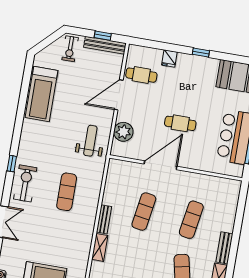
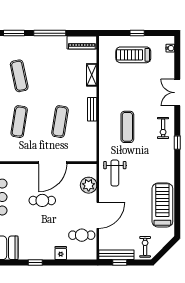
exercise bike: (25, 183) -> (163, 128), width x0.73, depth x0.72
shelving: (100, 247) -> (92, 75), moved

